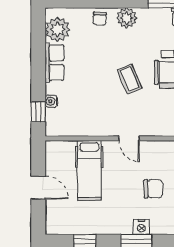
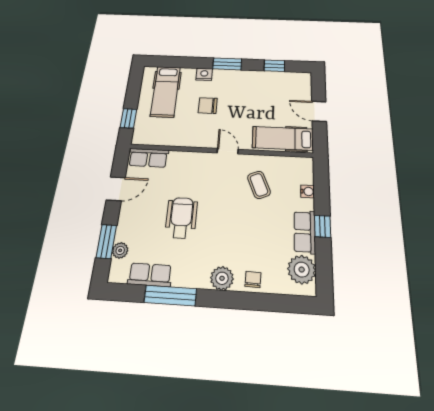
coffee table: (130, 79) -> (259, 185), moved
window: (38, 112) -> (323, 226), moved
hospital bed: (89, 170) -> (283, 138), moved, turned -90
nightstand: (141, 227) -> (204, 74), moved

